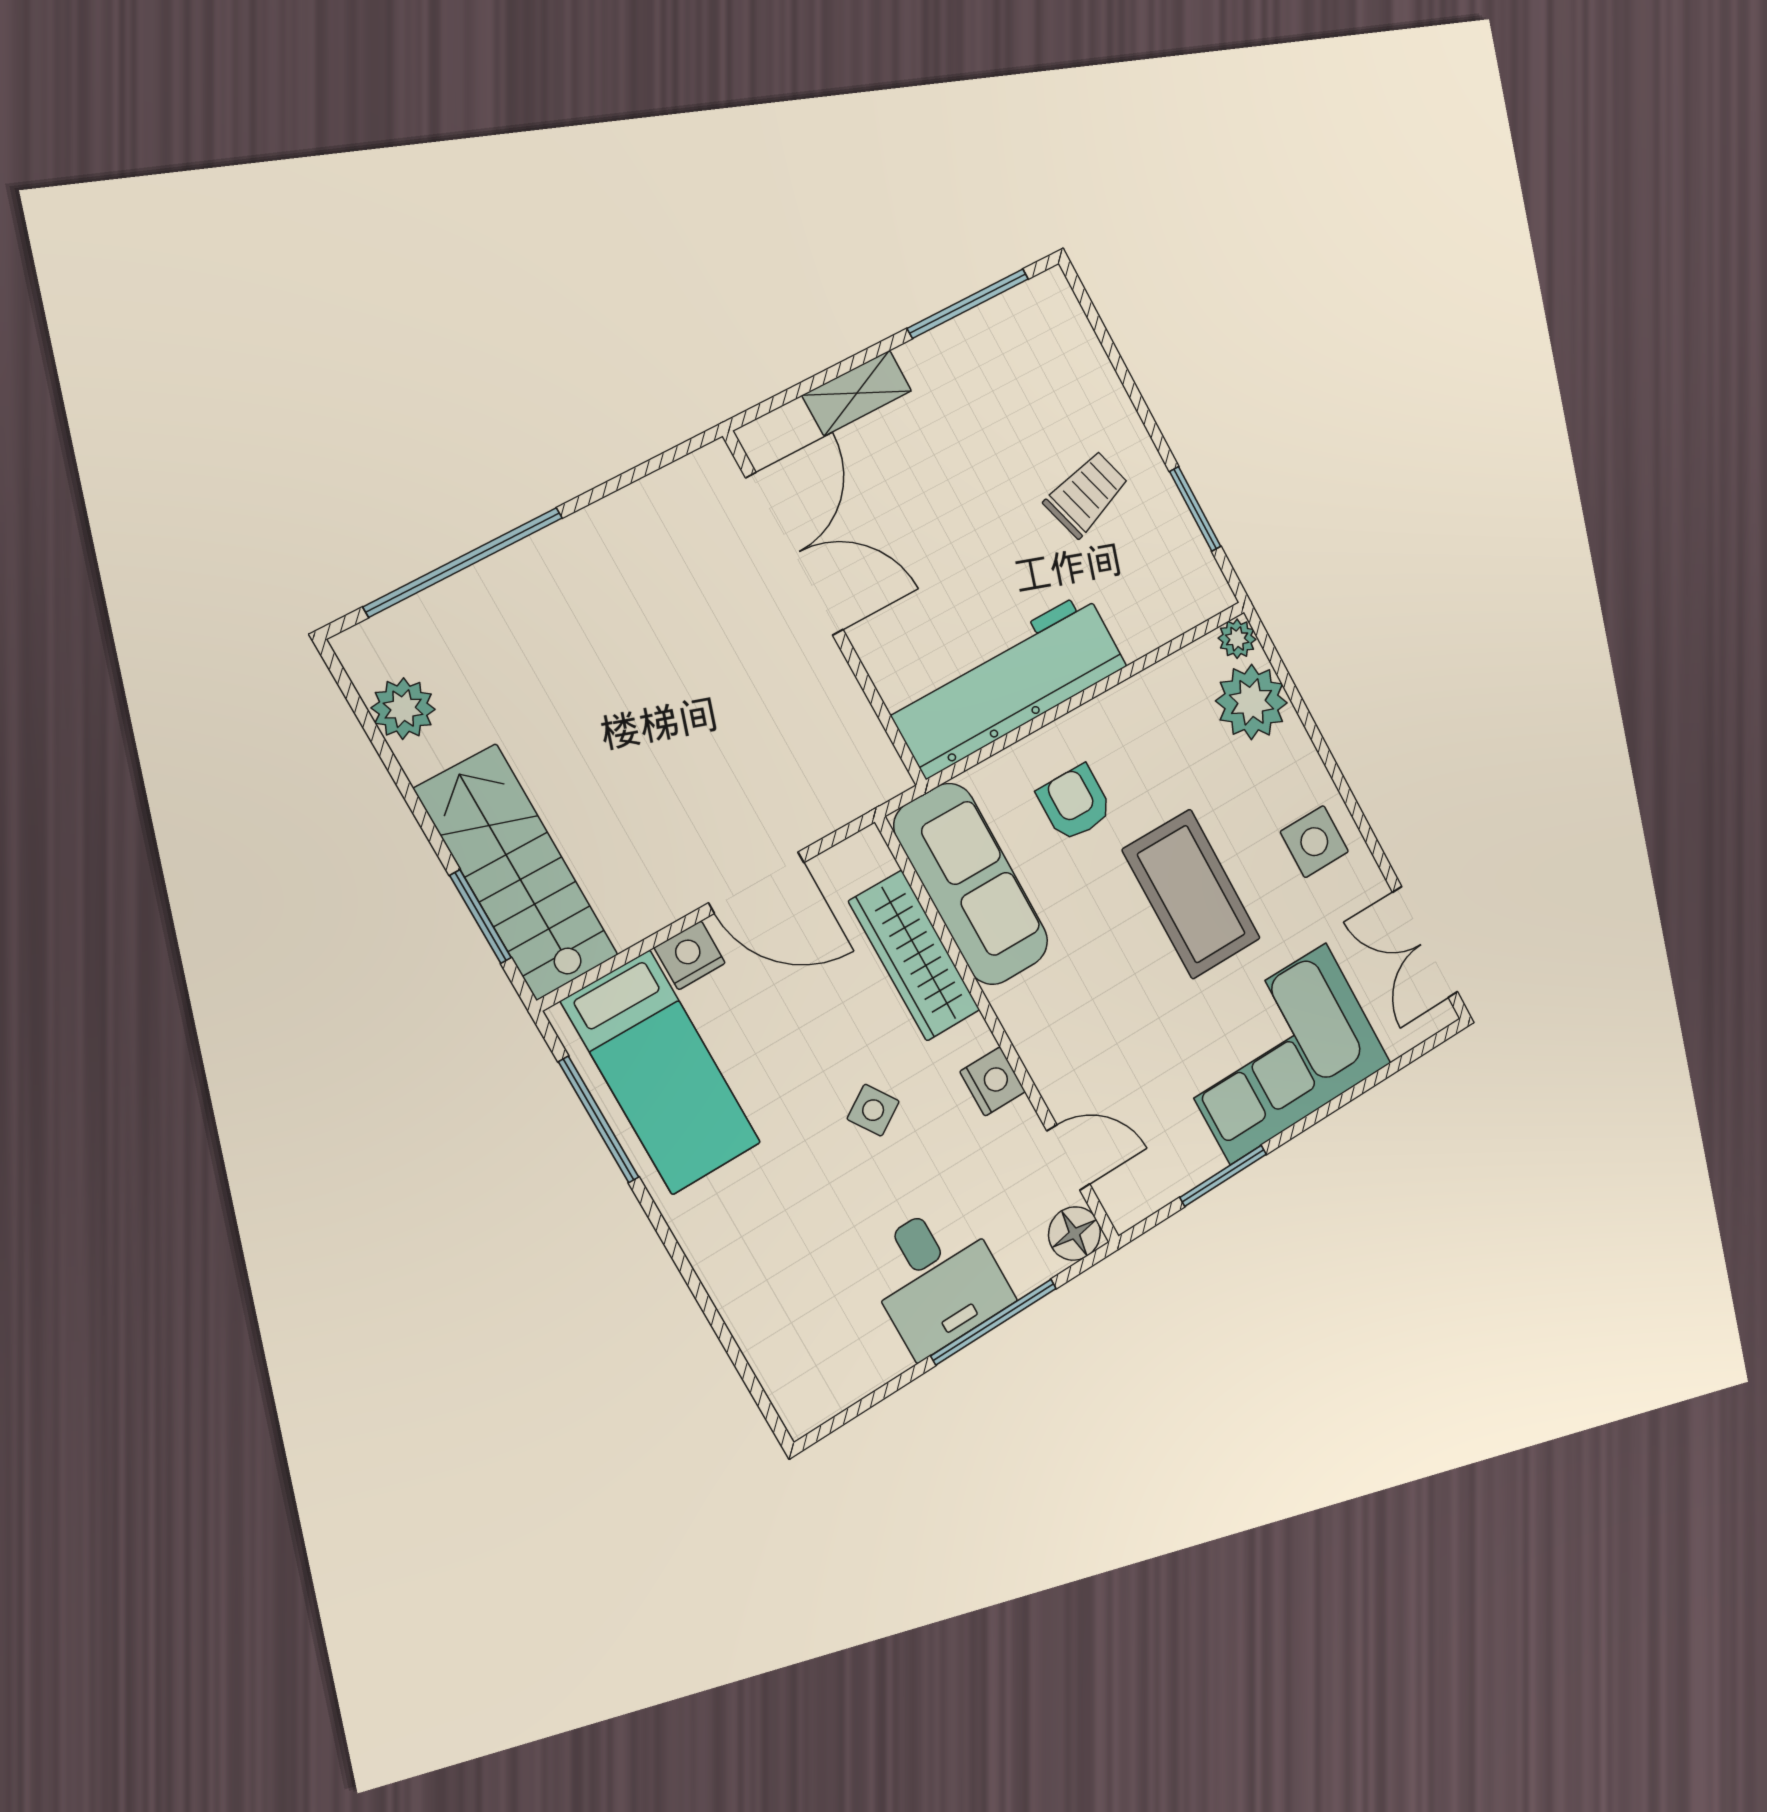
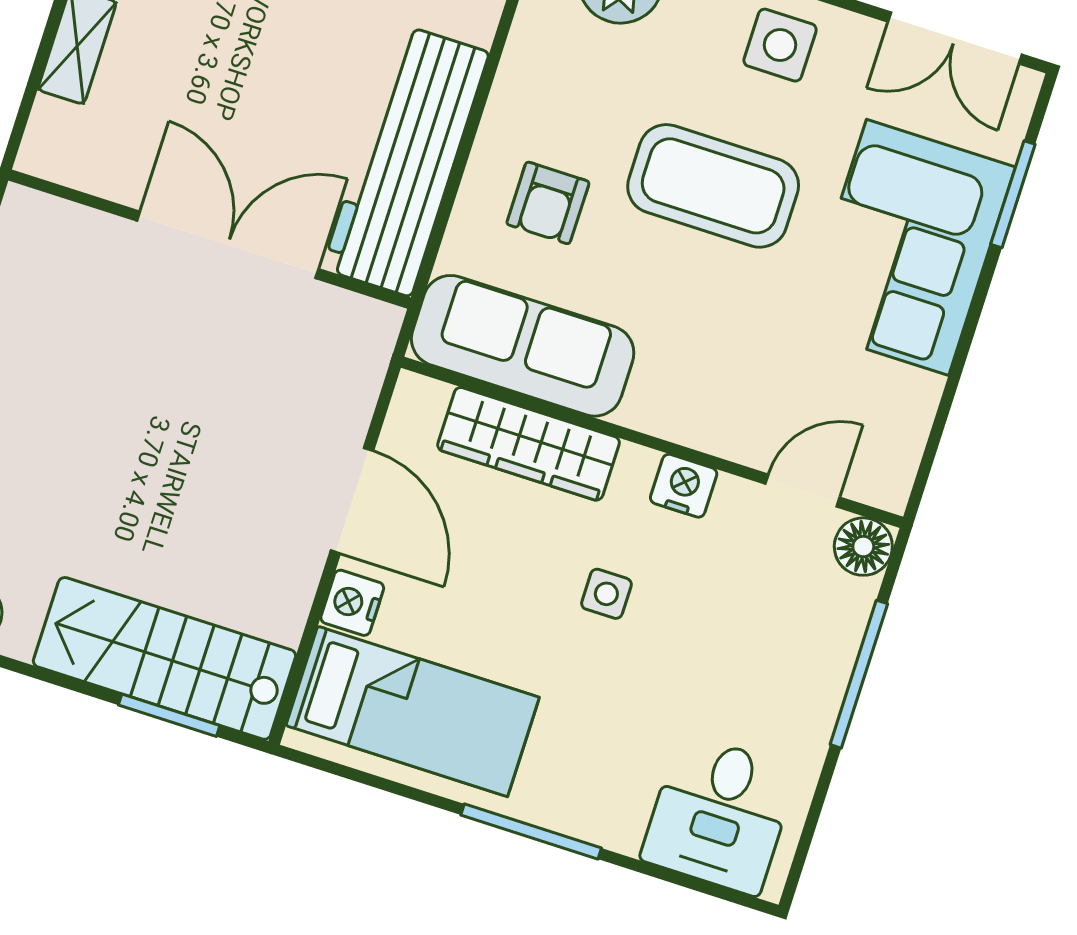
double door: (794, 554) -> (228, 245), moved
armchair: (1075, 803) -> (548, 203), turned -90
door: (756, 883) -> (352, 501), hinge flipped
side table: (873, 1110) -> (606, 594), turned 33
window: (599, 1120) -> (531, 832), moved
window: (1223, 1176) -> (1013, 194), moved
desk: (937, 1278) -> (719, 814), moved, turned 90

